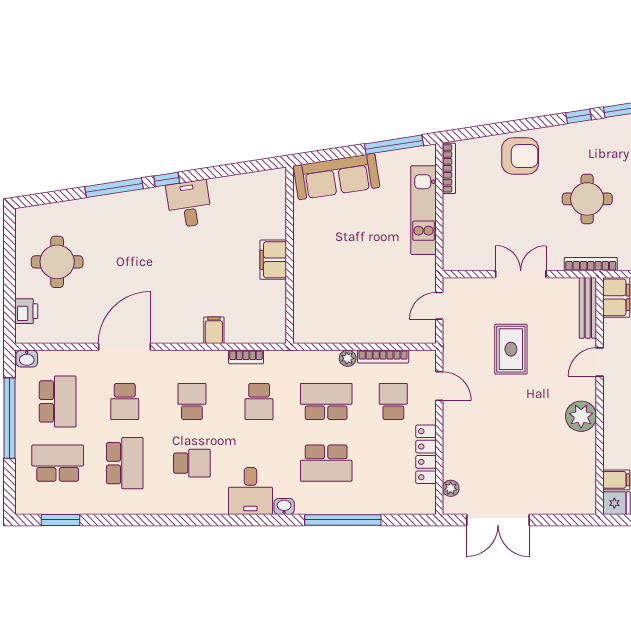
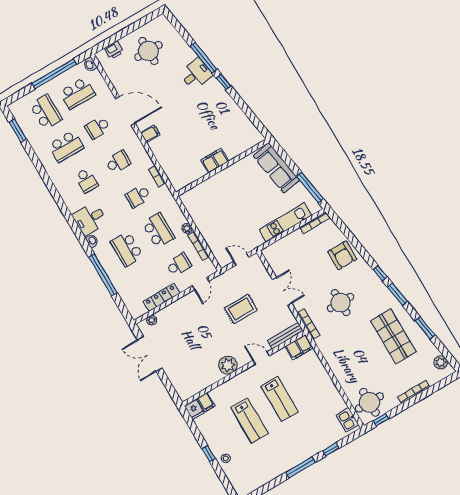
desk: (189, 204) -> (196, 74), moved
filing cabinet: (214, 330) -> (150, 134), moved

